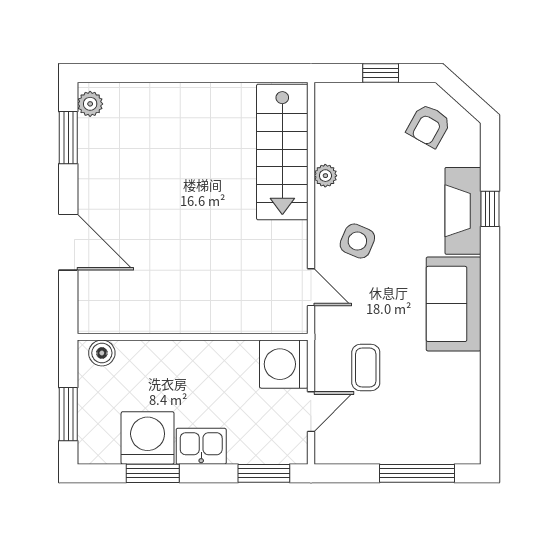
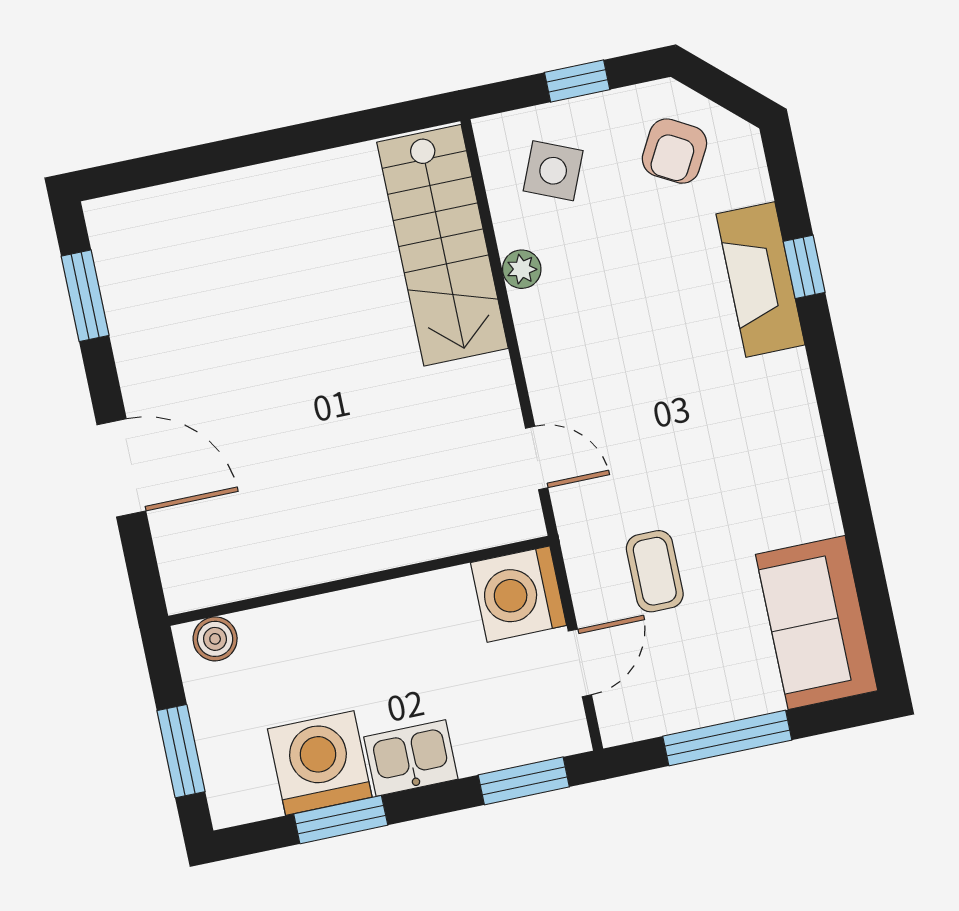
plant: (90, 104) -> (109, 233), removed
side table: (357, 241) -> (553, 171), moved
sofa: (454, 304) -> (817, 623), moved
window: (417, 473) -> (727, 738), moved

